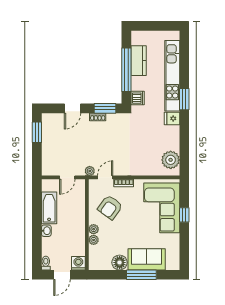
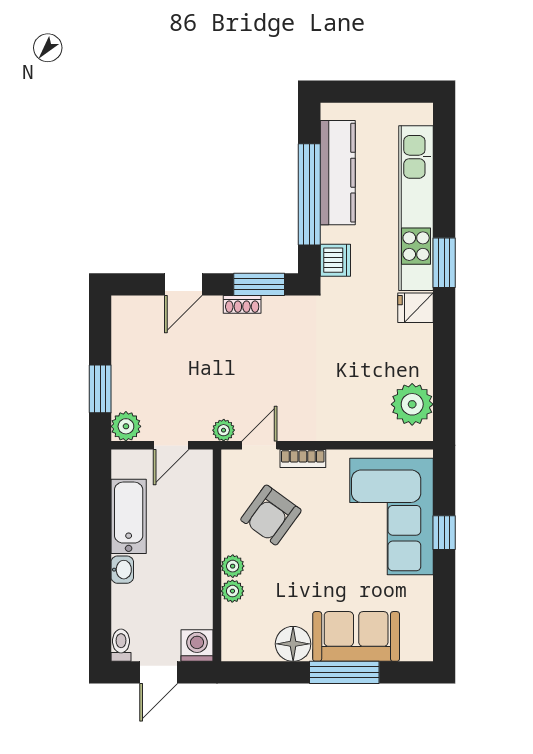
kitchen counter: (139, 61) -> (338, 173), width x1.50
window: (37, 132) -> (100, 389), moved
plant: (48, 169) -> (126, 426), added

